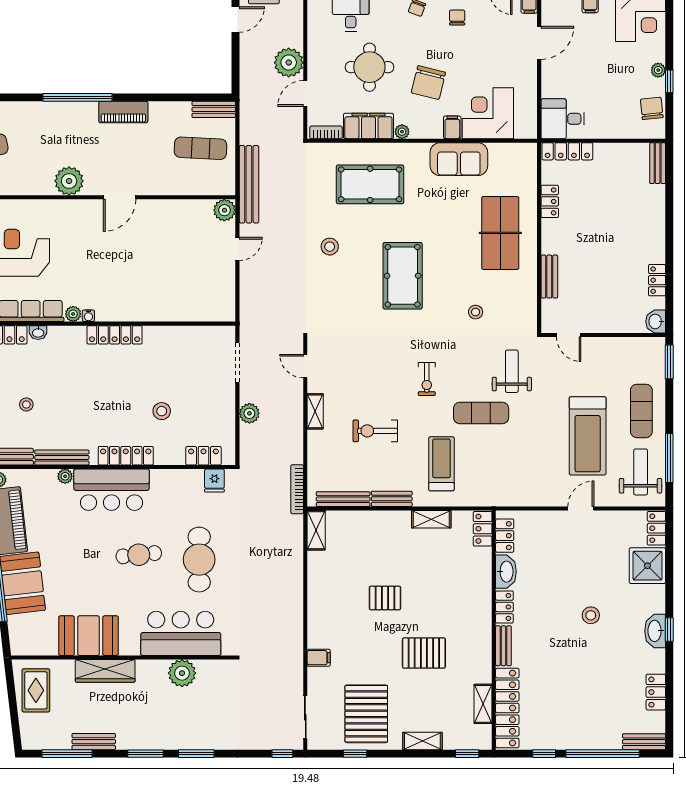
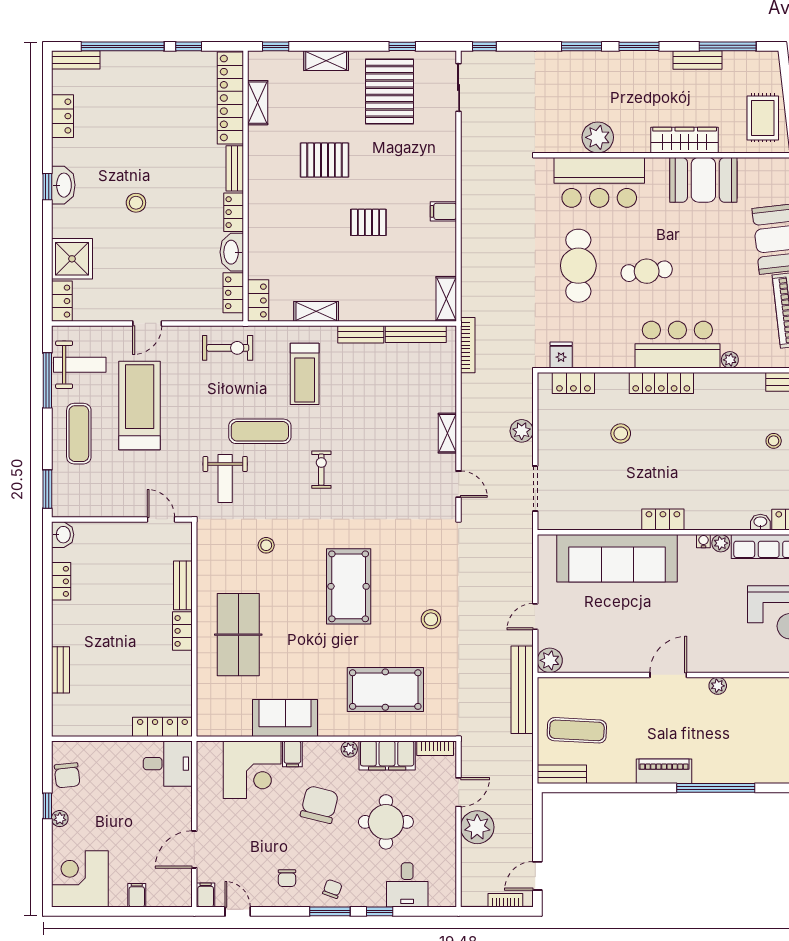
bench: (658, 163) -> (60, 670), moved
plant: (69, 181) -> (718, 686), width x0.53, depth x0.53
locker: (550, 201) -> (182, 631), moved
sofa: (165, 301) -> (617, 558), added
locker: (115, 335) -> (663, 520), width x0.66
exercise bike: (375, 431) -> (228, 348), moved
bench: (62, 458) -> (733, 381), removed
weight bench: (641, 472) -> (80, 365), turned -90
filing cabinet: (319, 658) -> (443, 211), moved

